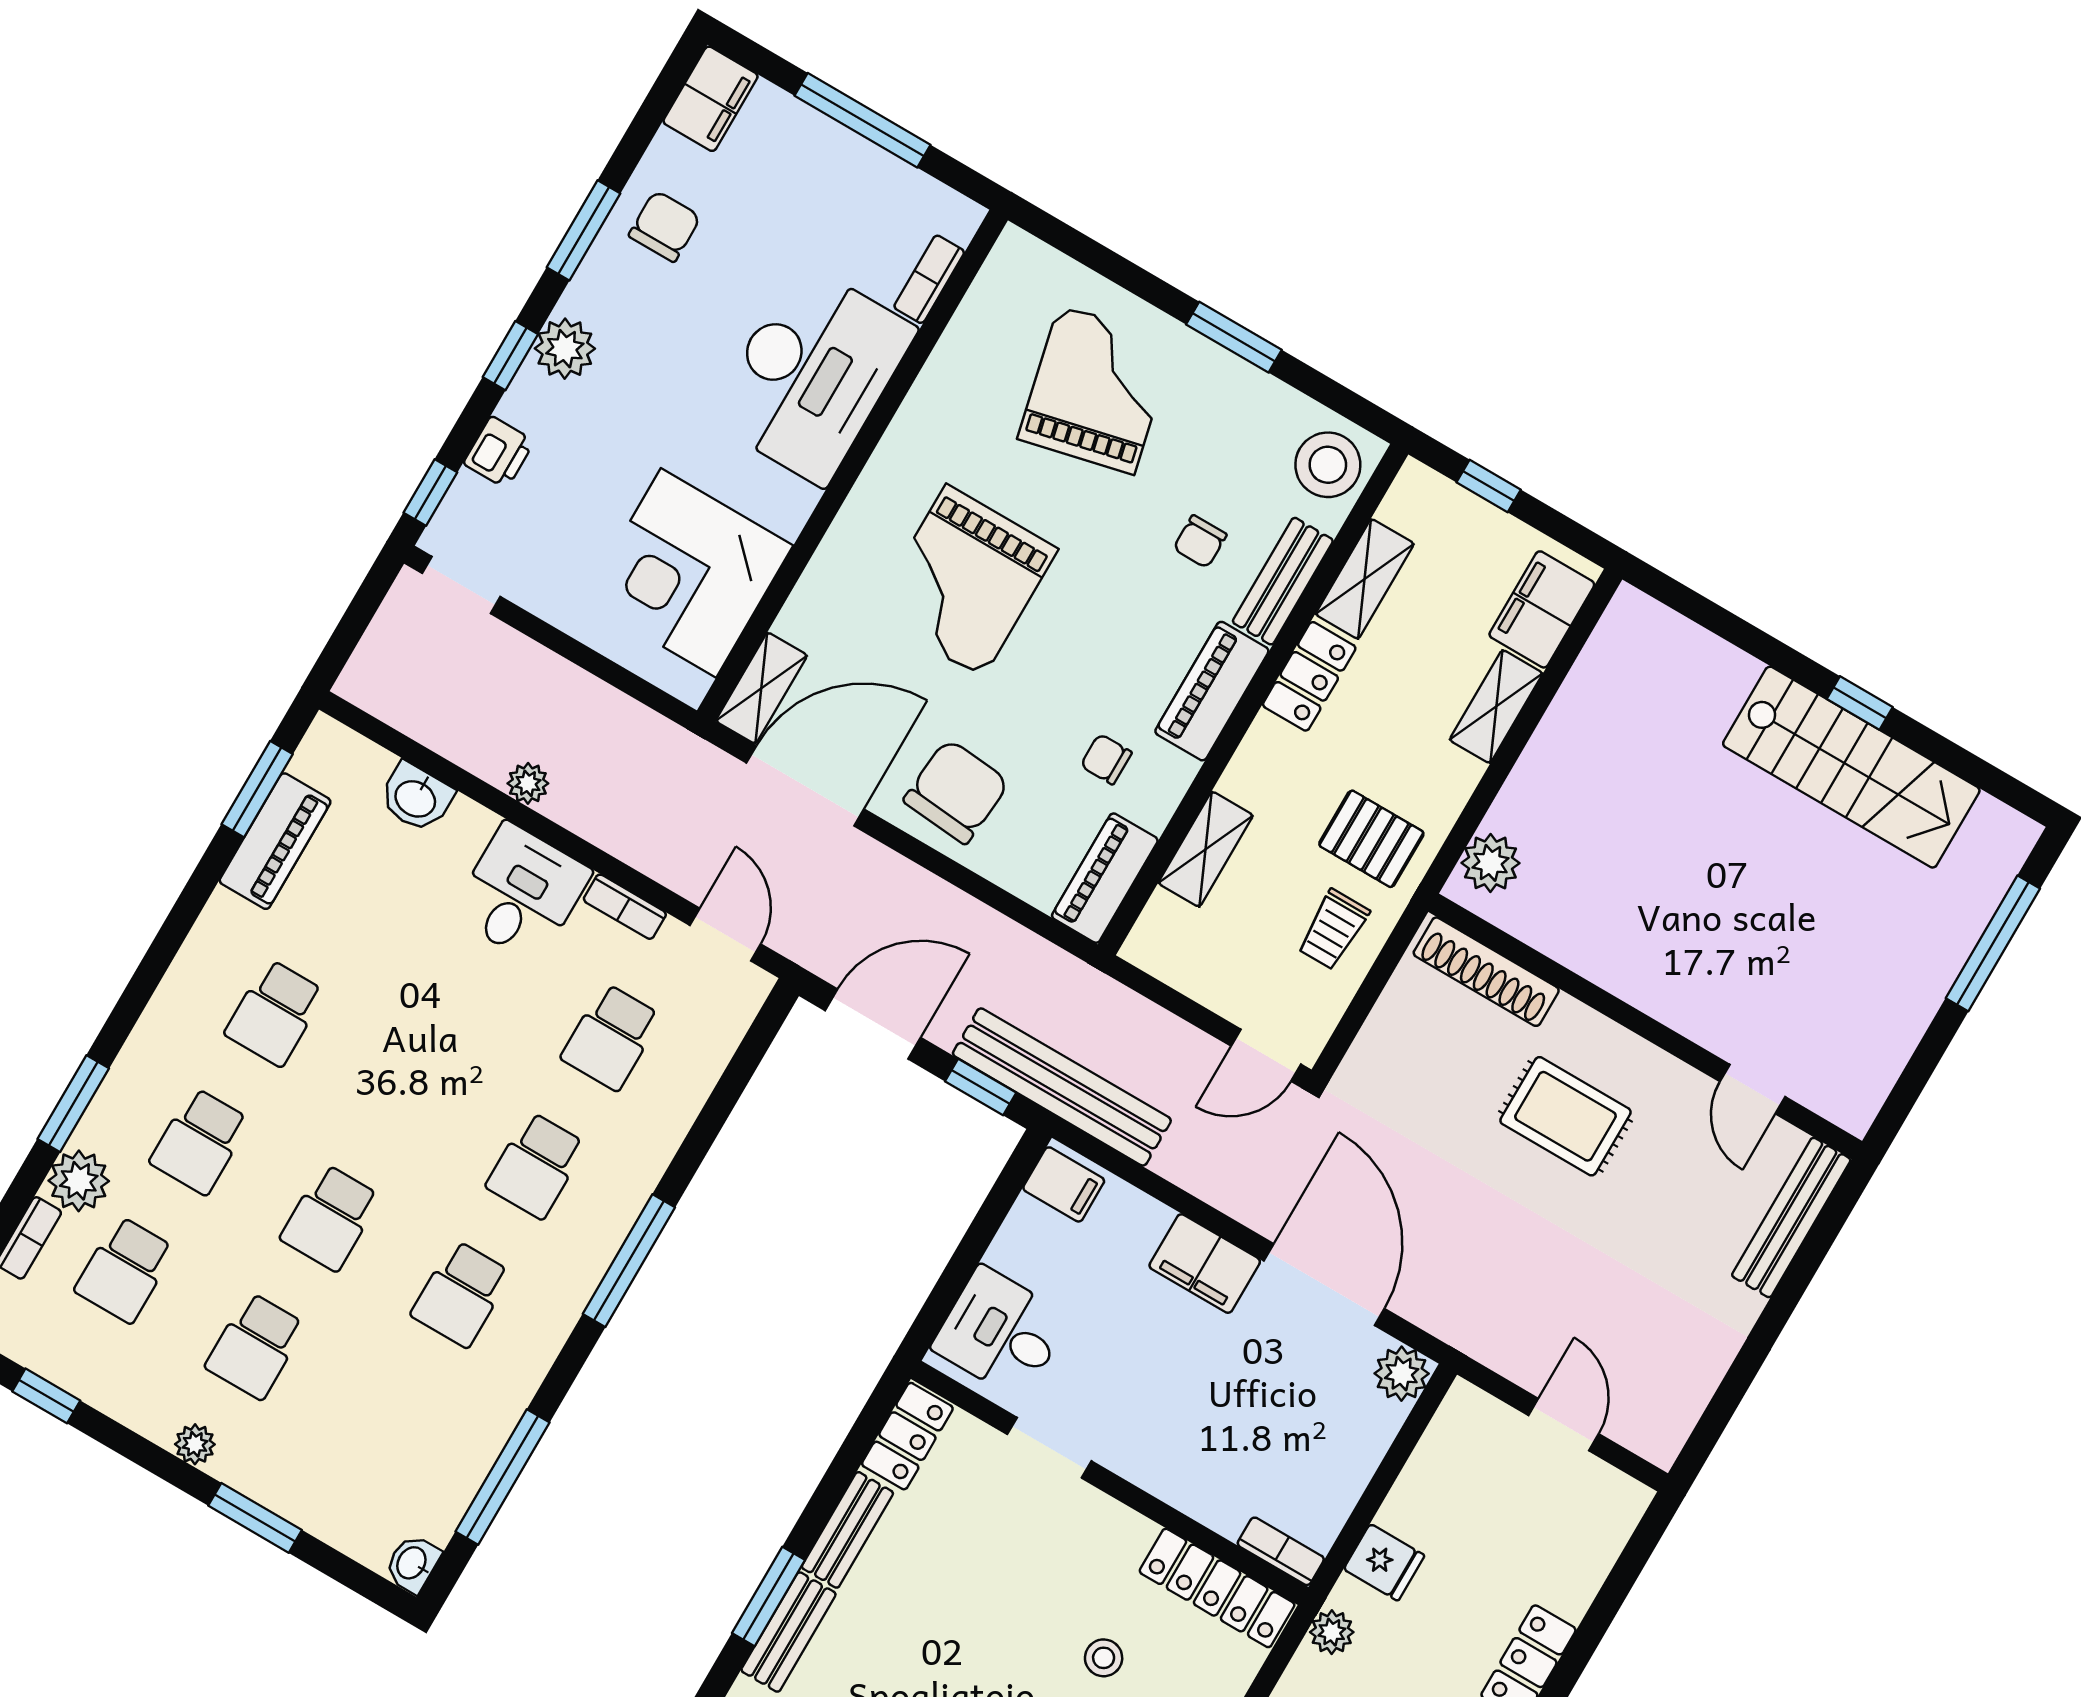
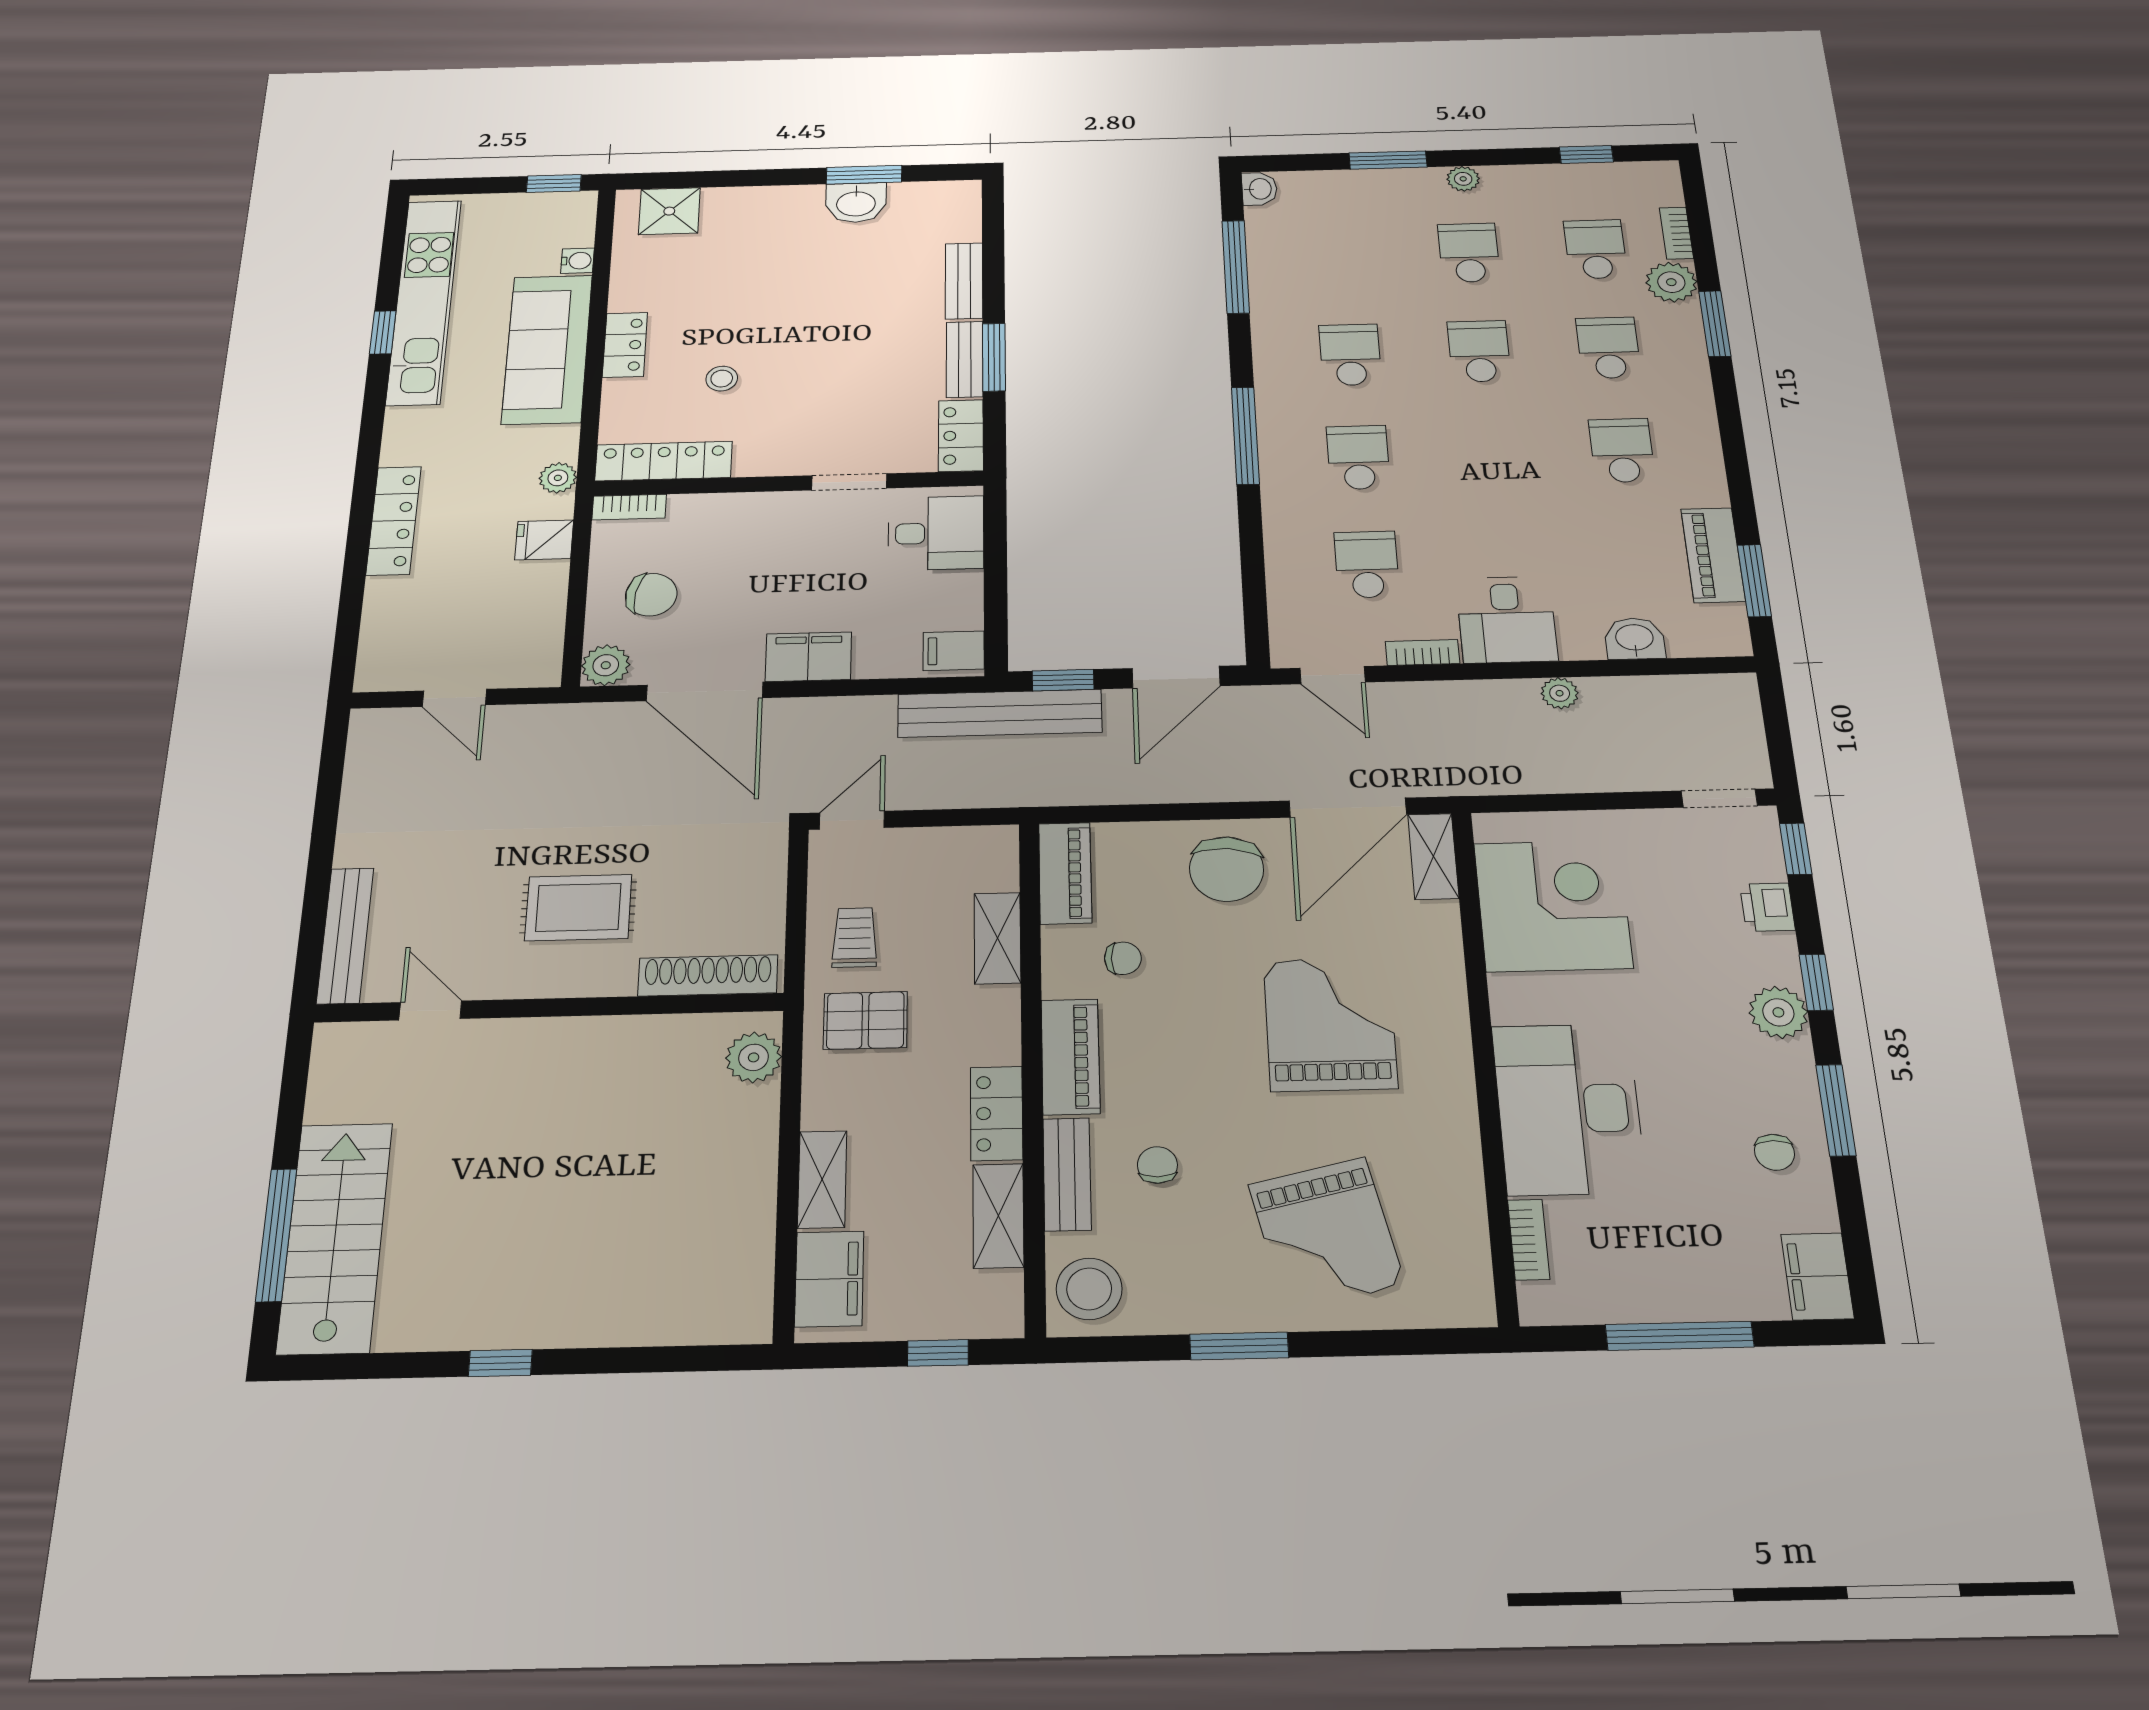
chair: (665, 226) -> (1774, 1152), width x0.73, depth x0.73
stairs: (1851, 767) -> (335, 1237), moved, turned 90
chair: (1315, 1430) -> (651, 595), added
window: (768, 1597) -> (994, 357), moved

